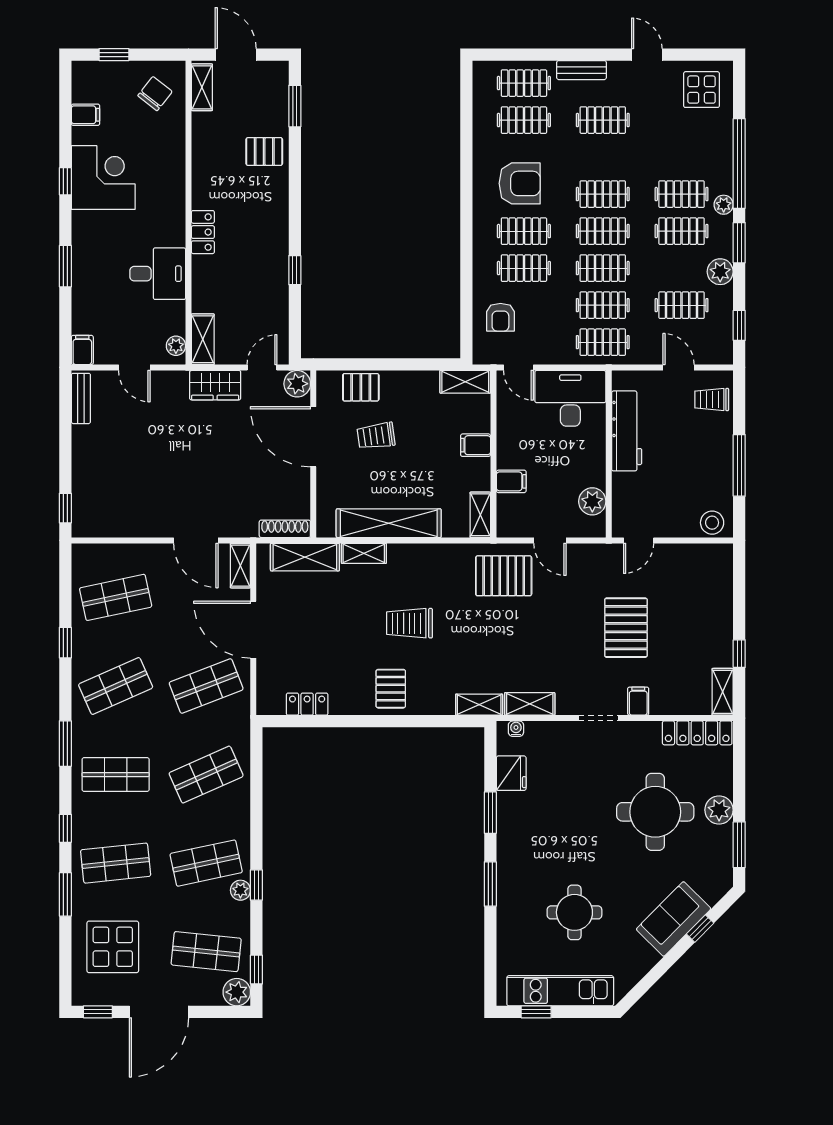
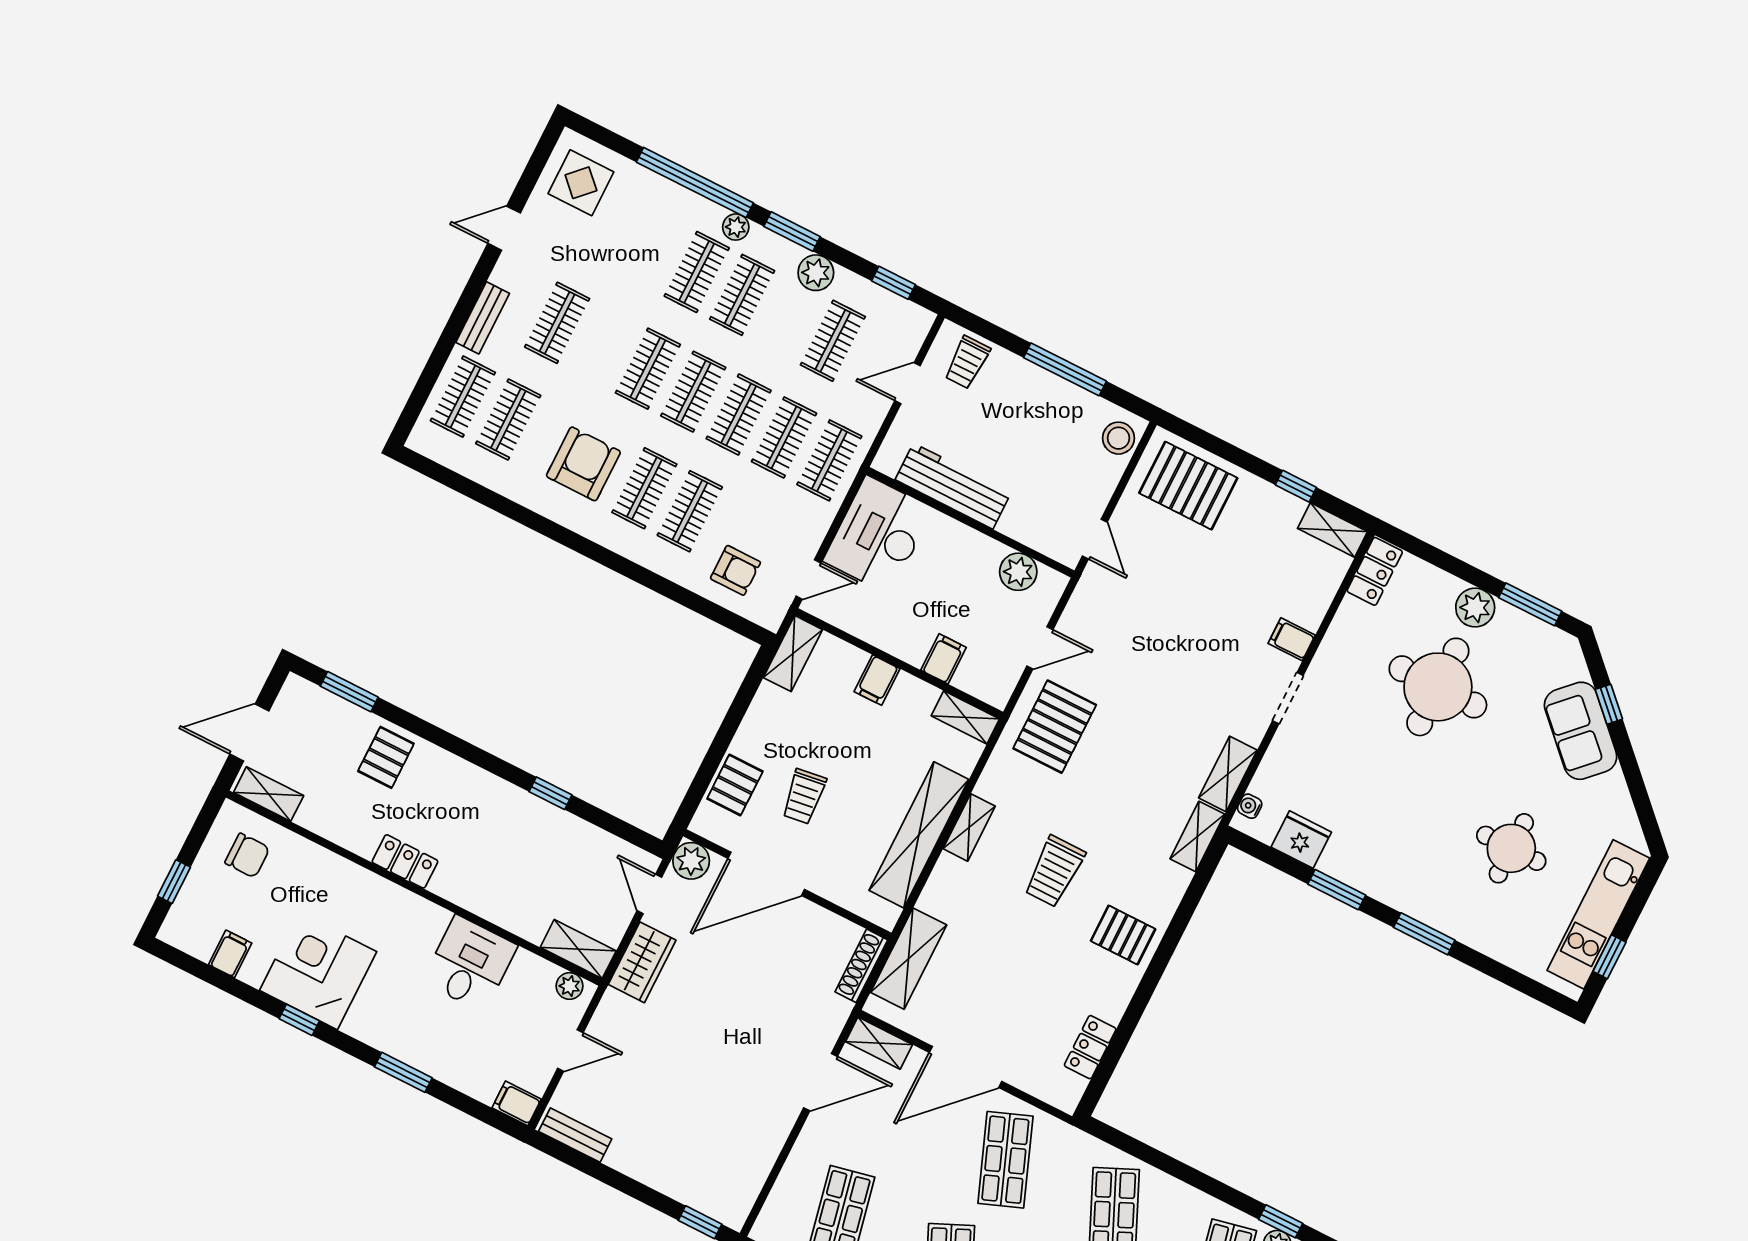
chair: (155, 94) -> (247, 855), turned 142
locker: (203, 232) -> (405, 861), moved
shelving: (364, 553) -> (969, 827), moved
pallet: (626, 628) -> (1188, 486), moved
locker: (697, 733) -> (1375, 571), width x0.66

